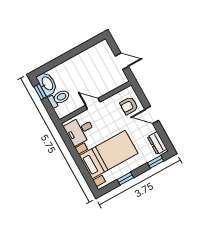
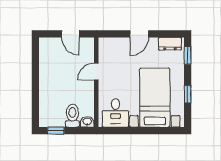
door: (122, 61) -> (70, 34), swing flipped
washbasin: (47, 84) -> (87, 122), moved, width x0.52, depth x0.69
door: (93, 104) -> (96, 72), moved
armchair: (129, 106) -> (118, 51), removed

